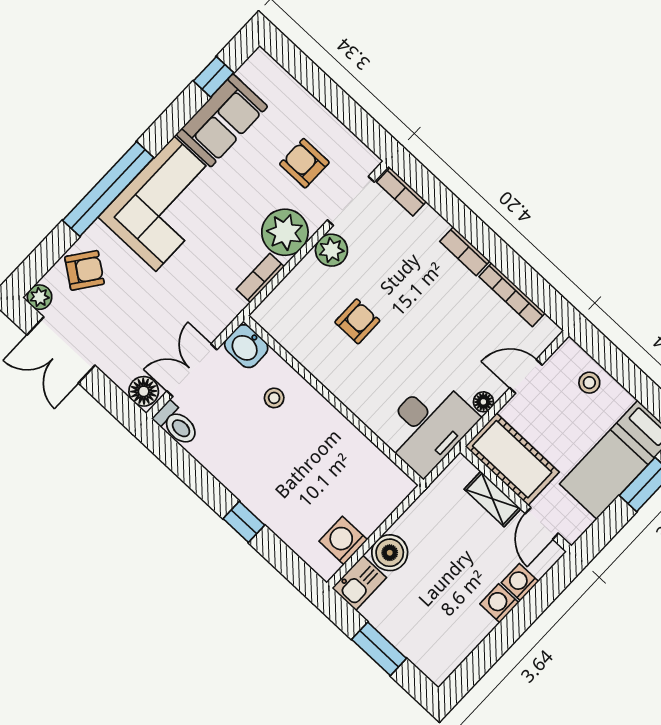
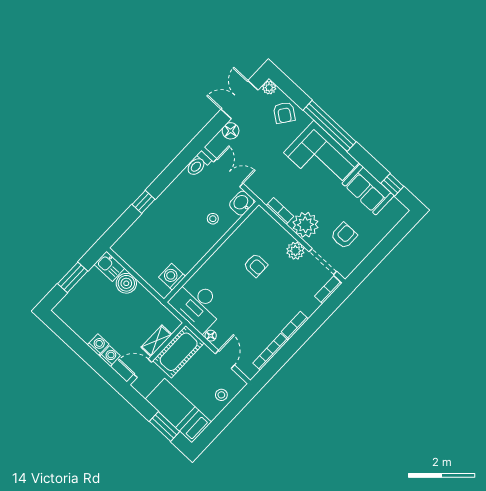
floor lamp: (144, 391) -> (231, 131), moved
washing machine: (343, 540) -> (172, 277), moved, turned -90

